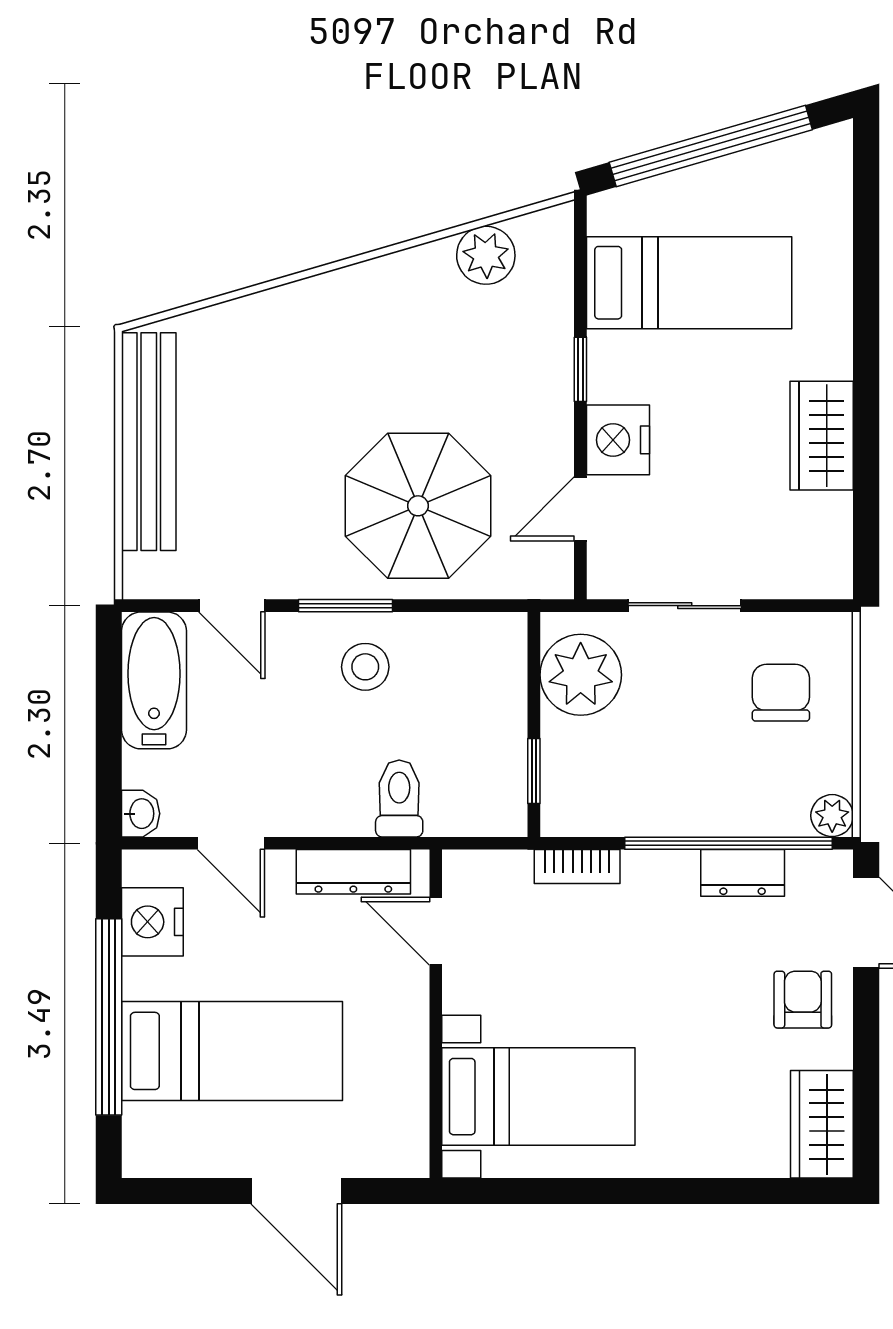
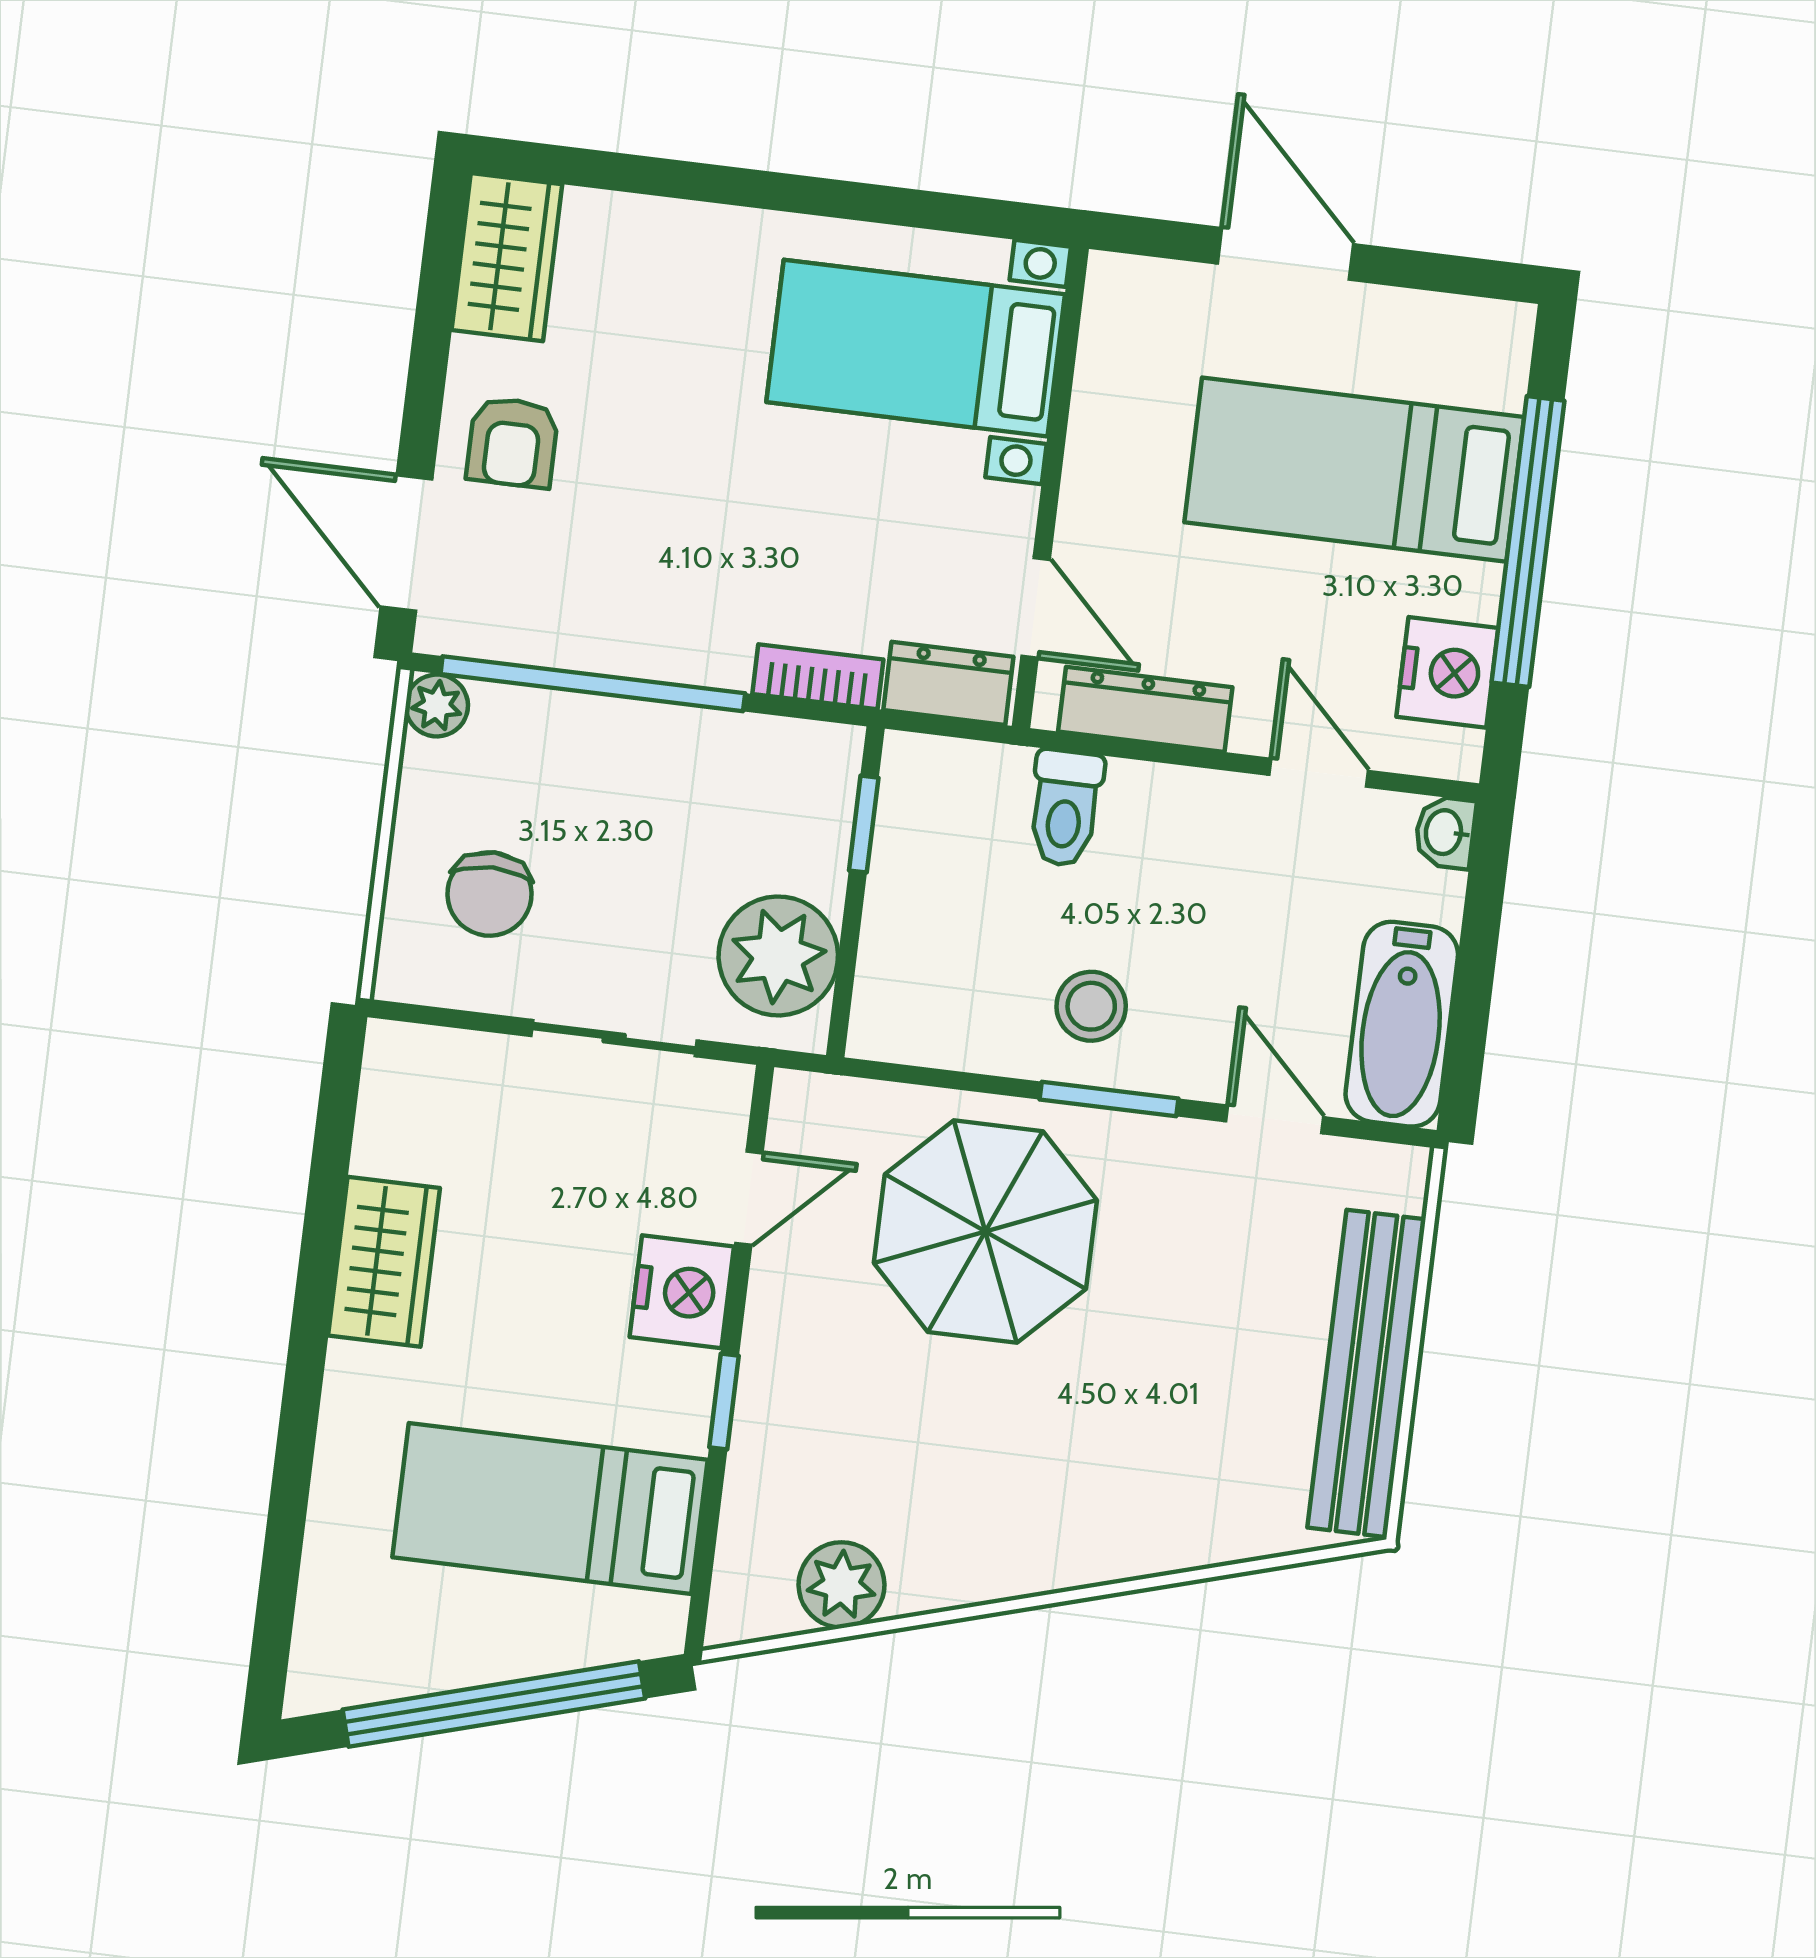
dresser: (743, 873) -> (948, 683), moved

